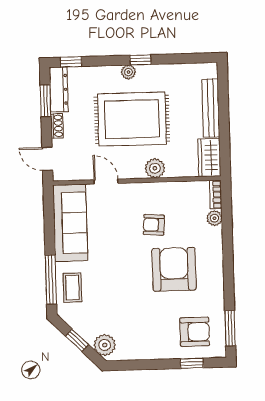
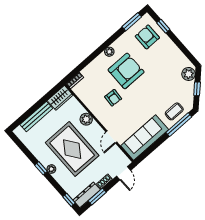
plant: (214, 218) -> (109, 52), moved
armchair: (174, 269) -> (126, 71), turned 180

